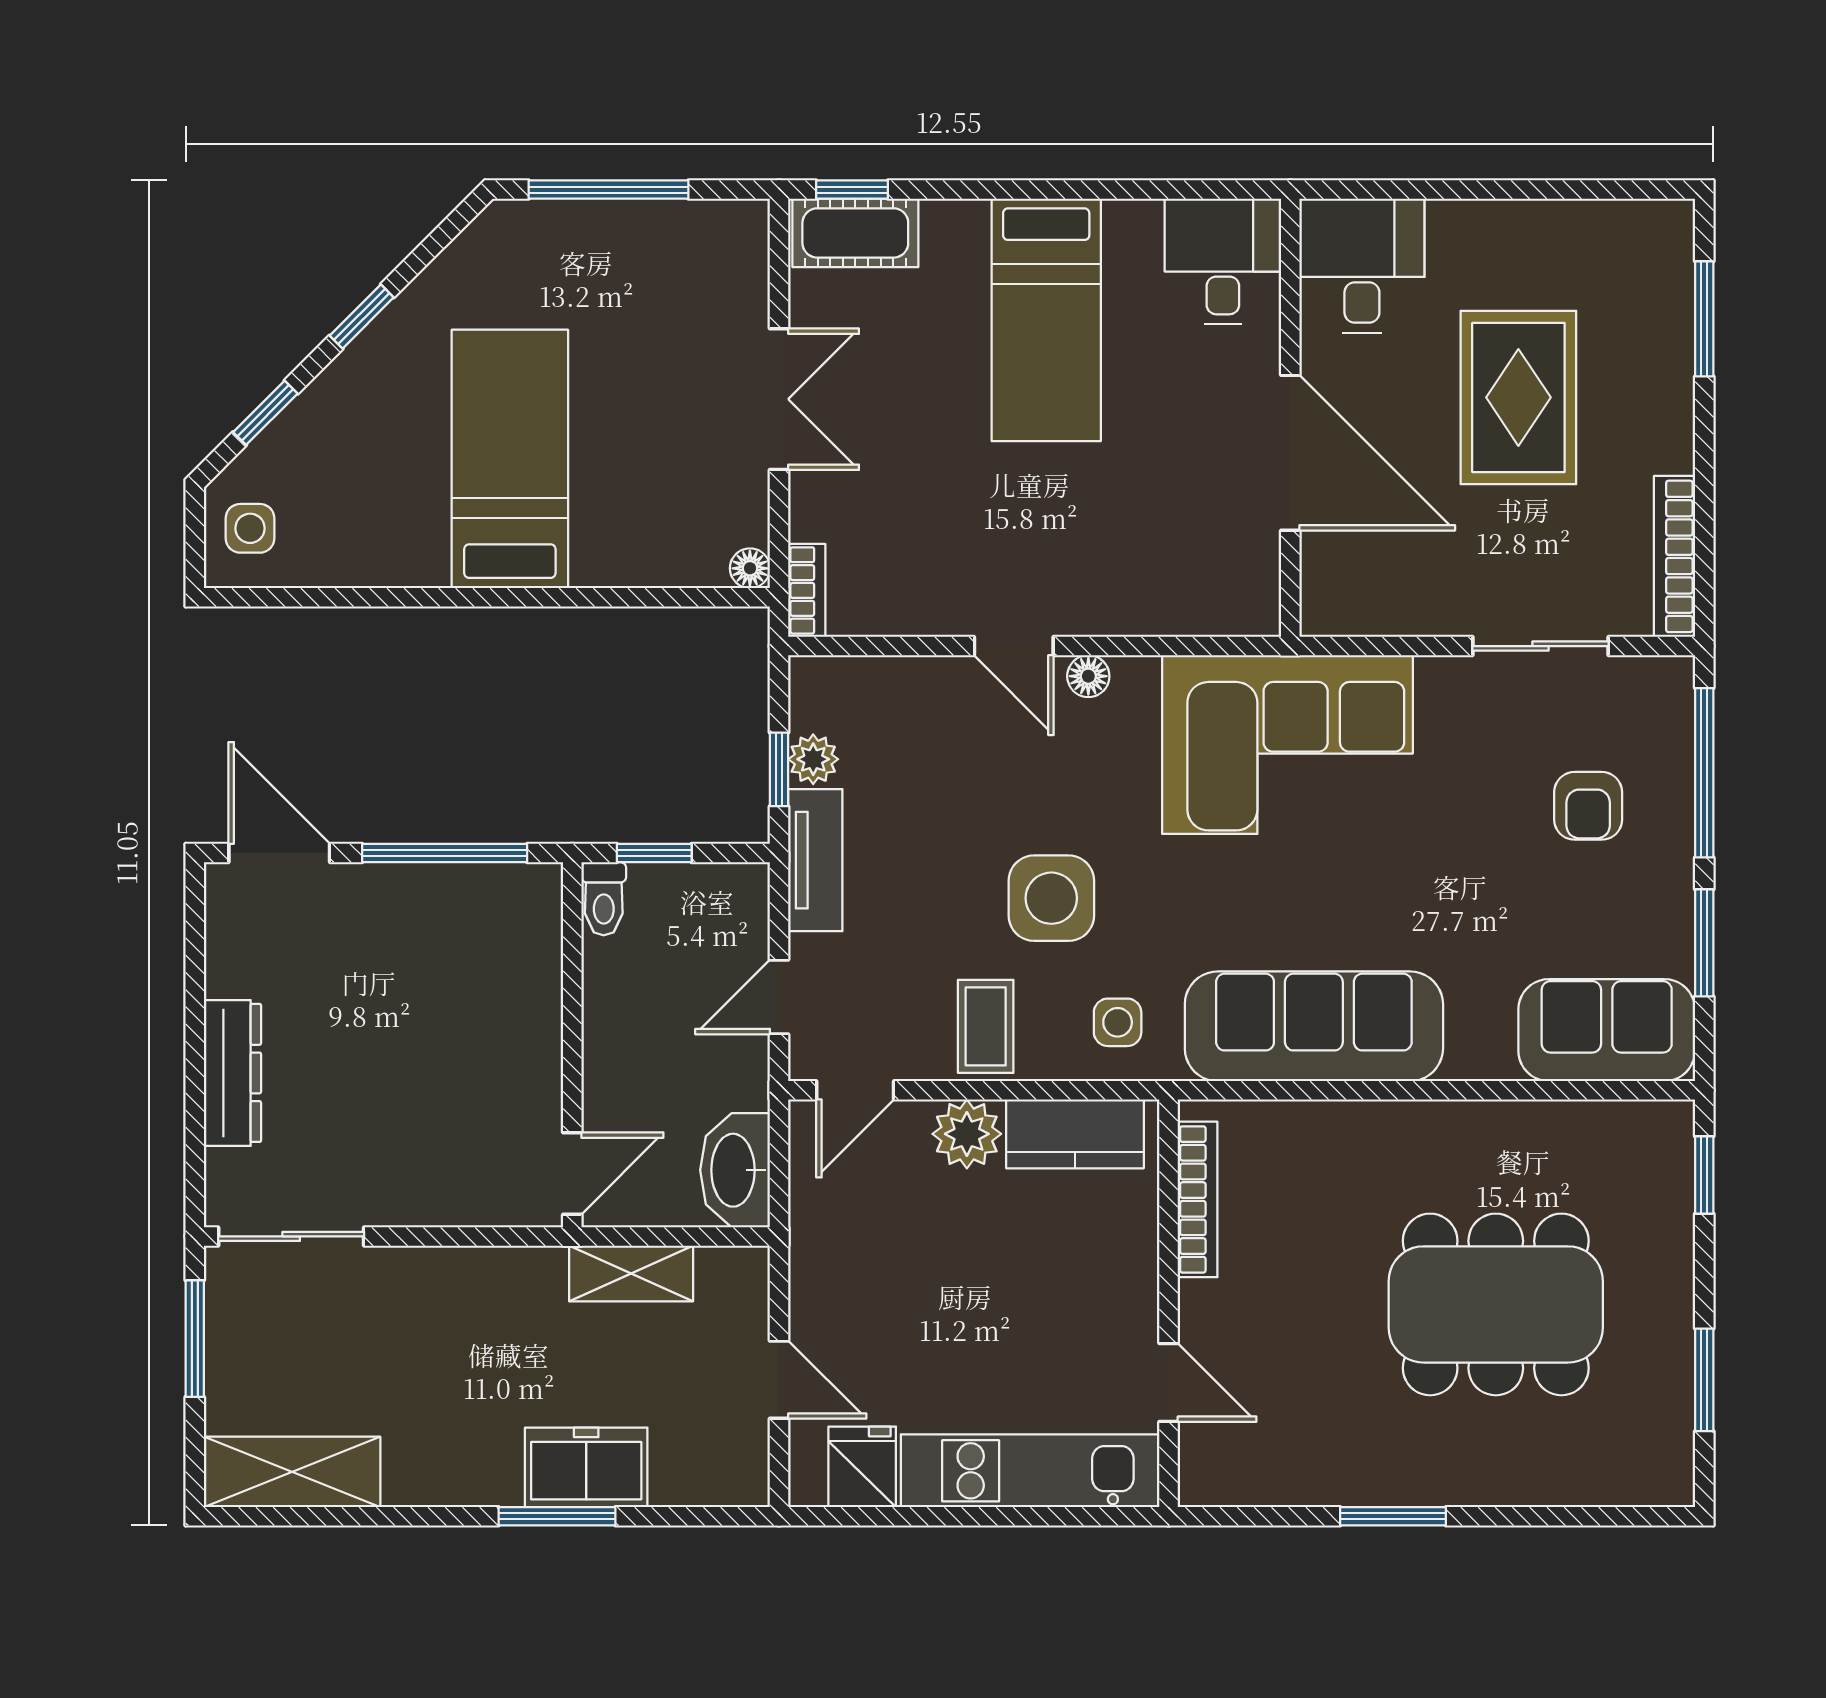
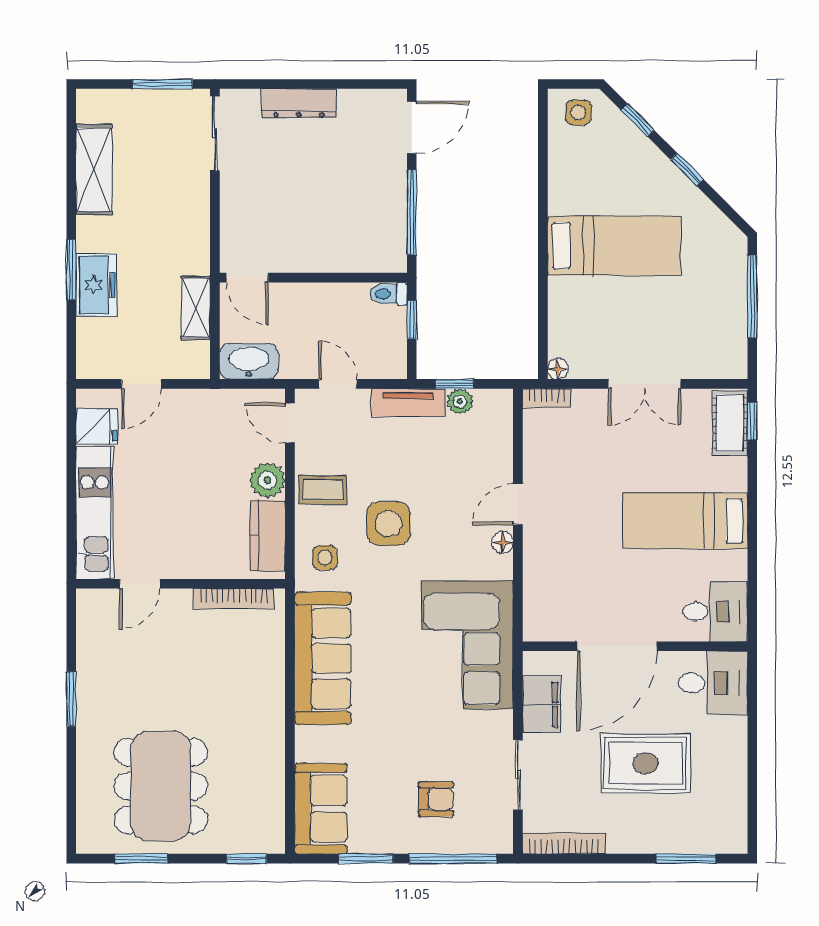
filing cabinet: (1404, 600) -> (542, 704), added
armchair: (1588, 806) -> (436, 799), turned 180
dining table: (1496, 1304) -> (161, 786), moved
shelving: (292, 1472) -> (94, 170), moved

